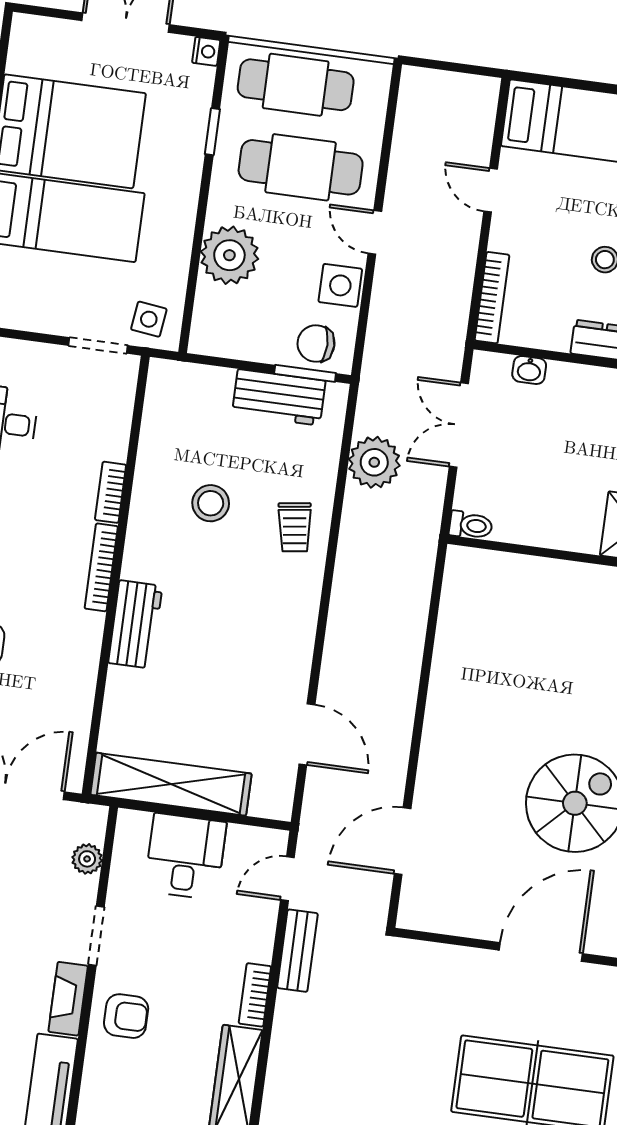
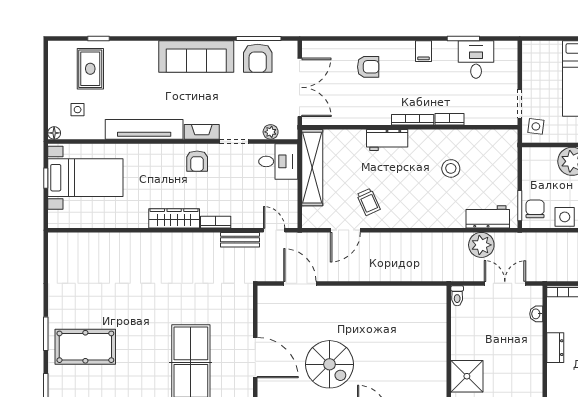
workbench: (279, 397) -> (488, 217), moved, turned 90
trolley: (295, 527) -> (368, 202), moved, turned -106
desk: (185, 856) -> (278, 161), moved

